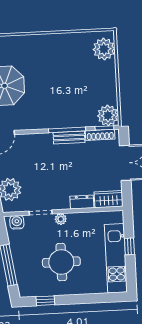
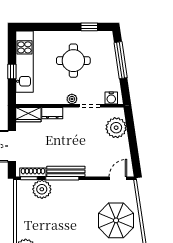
plant: (108, 115) -> (42, 189), moved
bench: (69, 137) -> (66, 171), width x1.36

